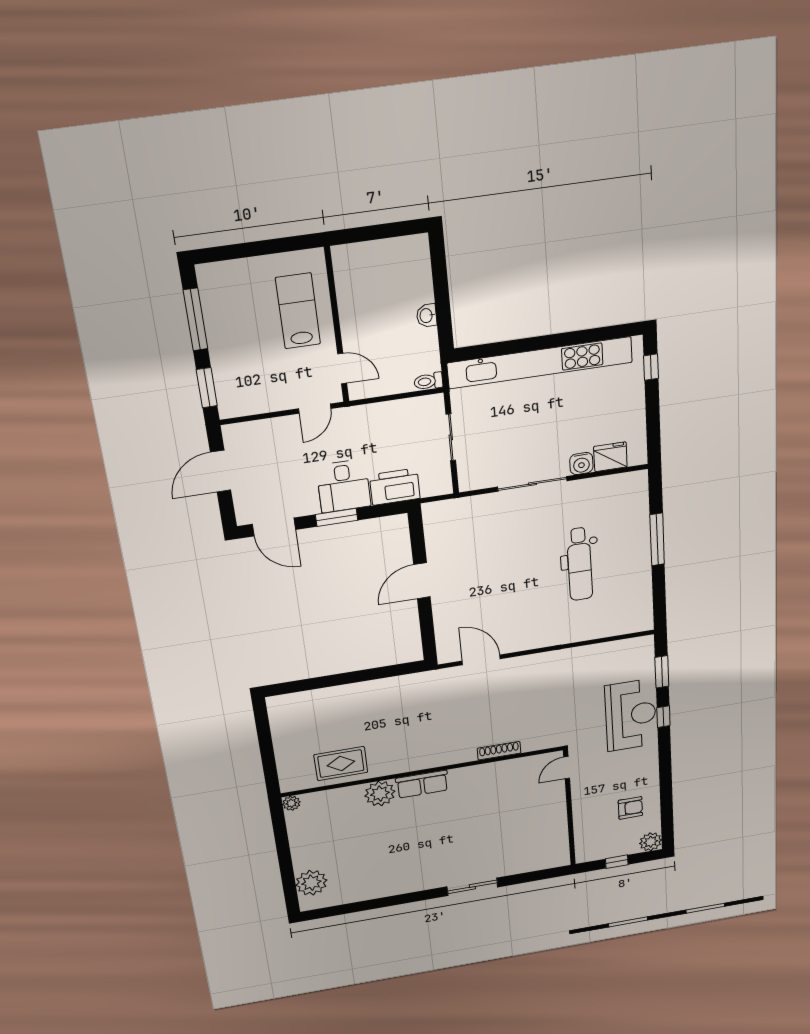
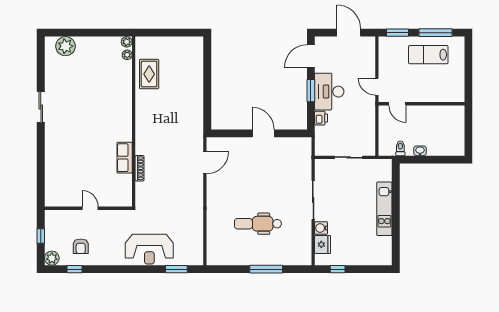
lab bench: (298, 311) -> (428, 55), moved, turned 180
kitchen unit: (540, 363) -> (384, 209), width x0.54
window: (651, 367) -> (338, 269), moved
door: (342, 368) -> (397, 104), hinge flipped
toilet: (428, 381) -> (400, 148), moved
desk: (344, 486) -> (329, 92), width x1.37
printer: (395, 487) -> (321, 118), width x0.53, depth x0.68
window: (663, 717) -> (75, 269), moved
door: (567, 768) -> (90, 208), moved
row of seats: (422, 784) -> (125, 158), moved
plant: (380, 794) -> (127, 55), moved, width x0.53, depth x0.53
sliding door: (472, 887) -> (41, 107), moved

